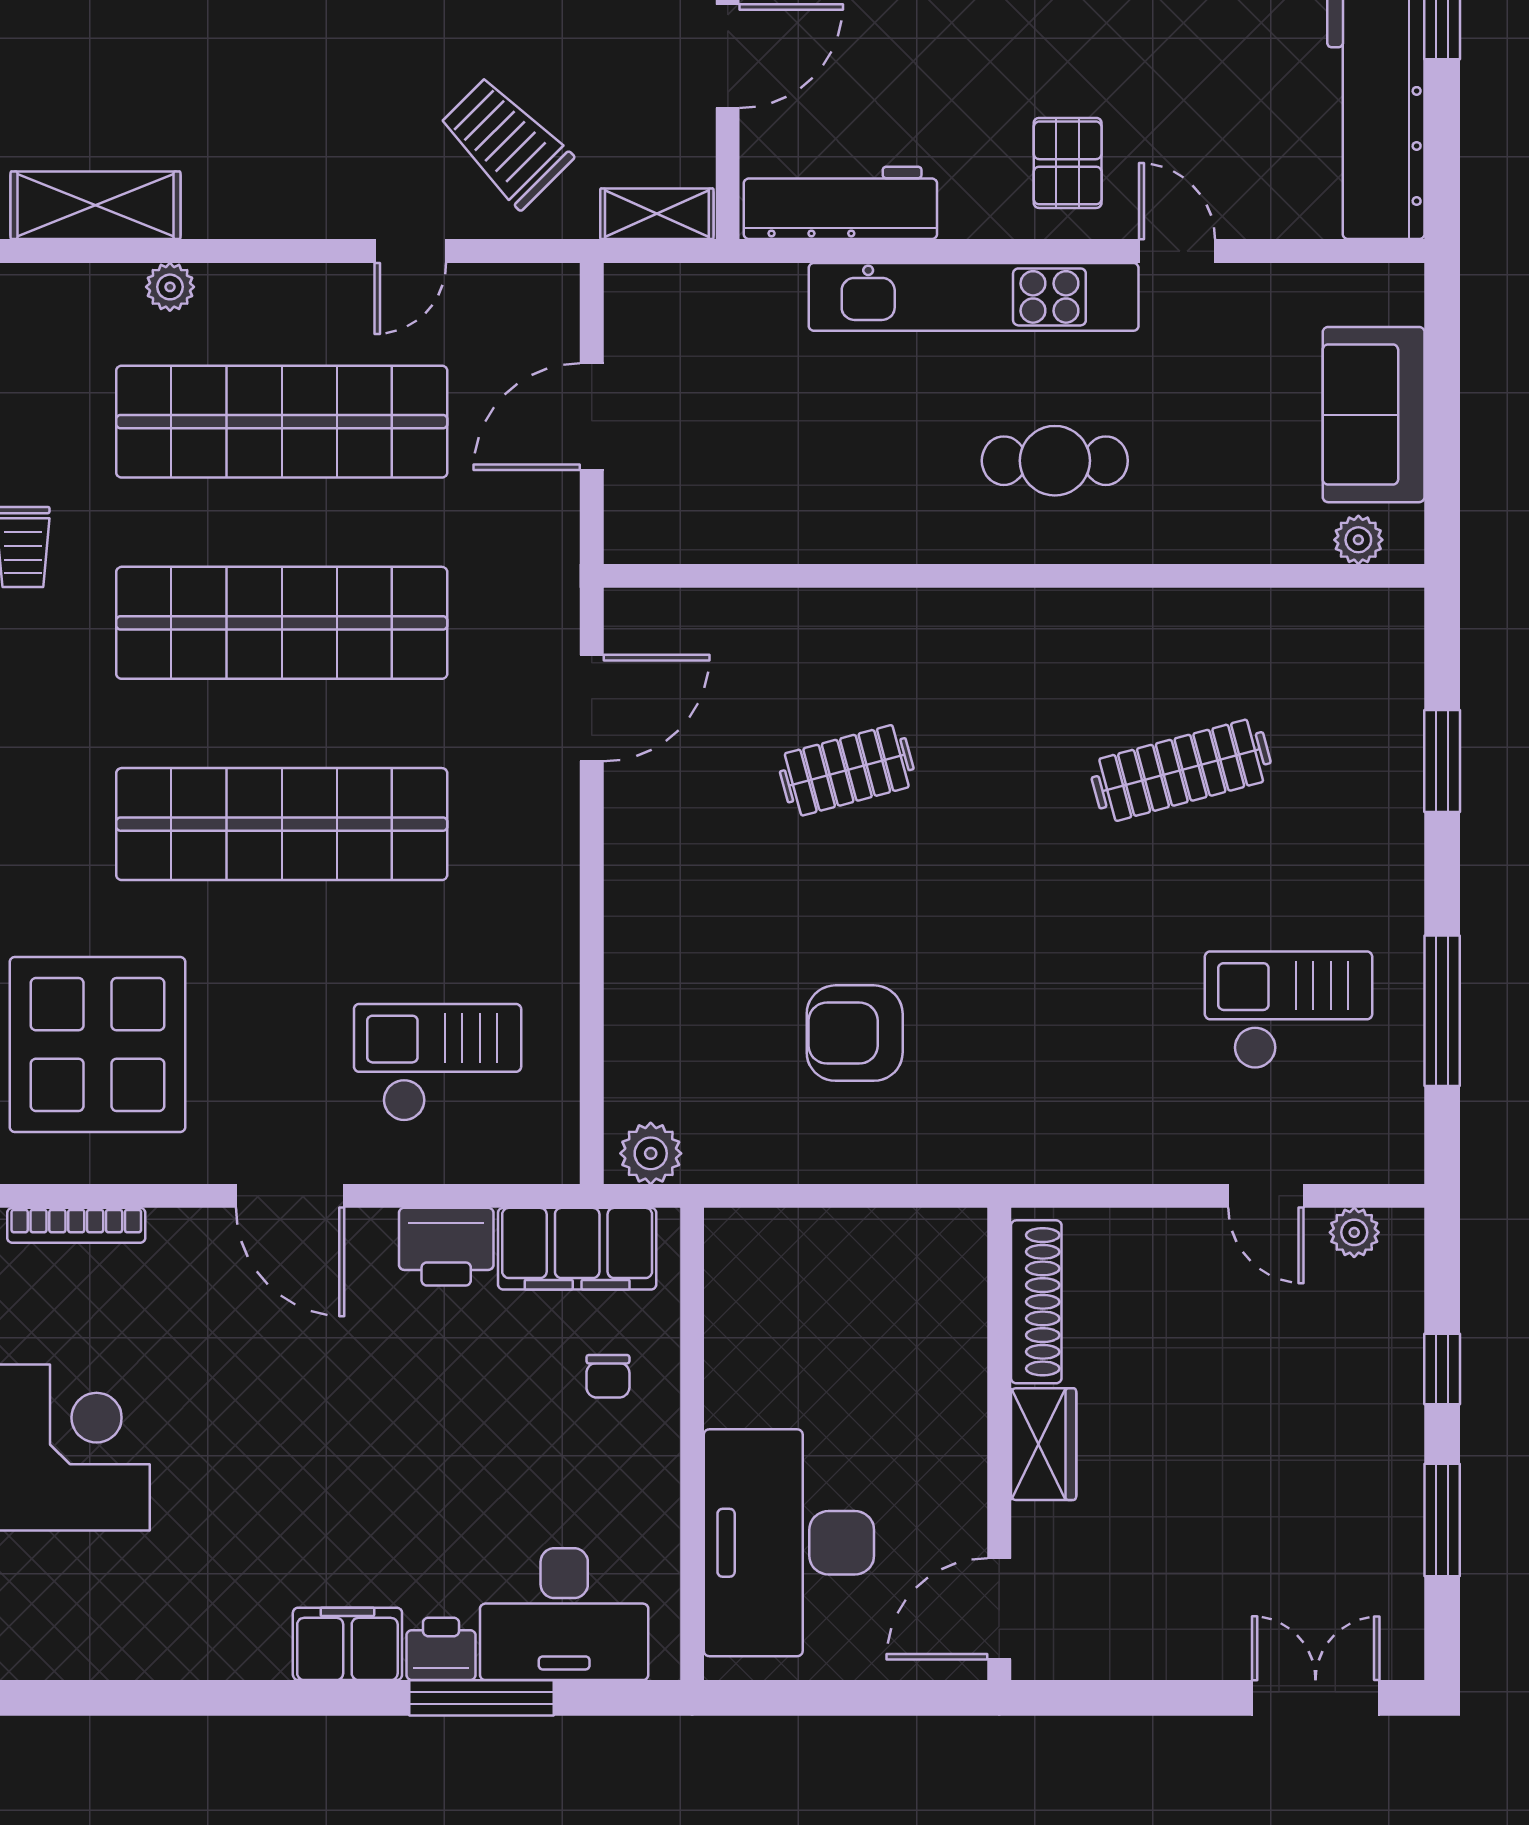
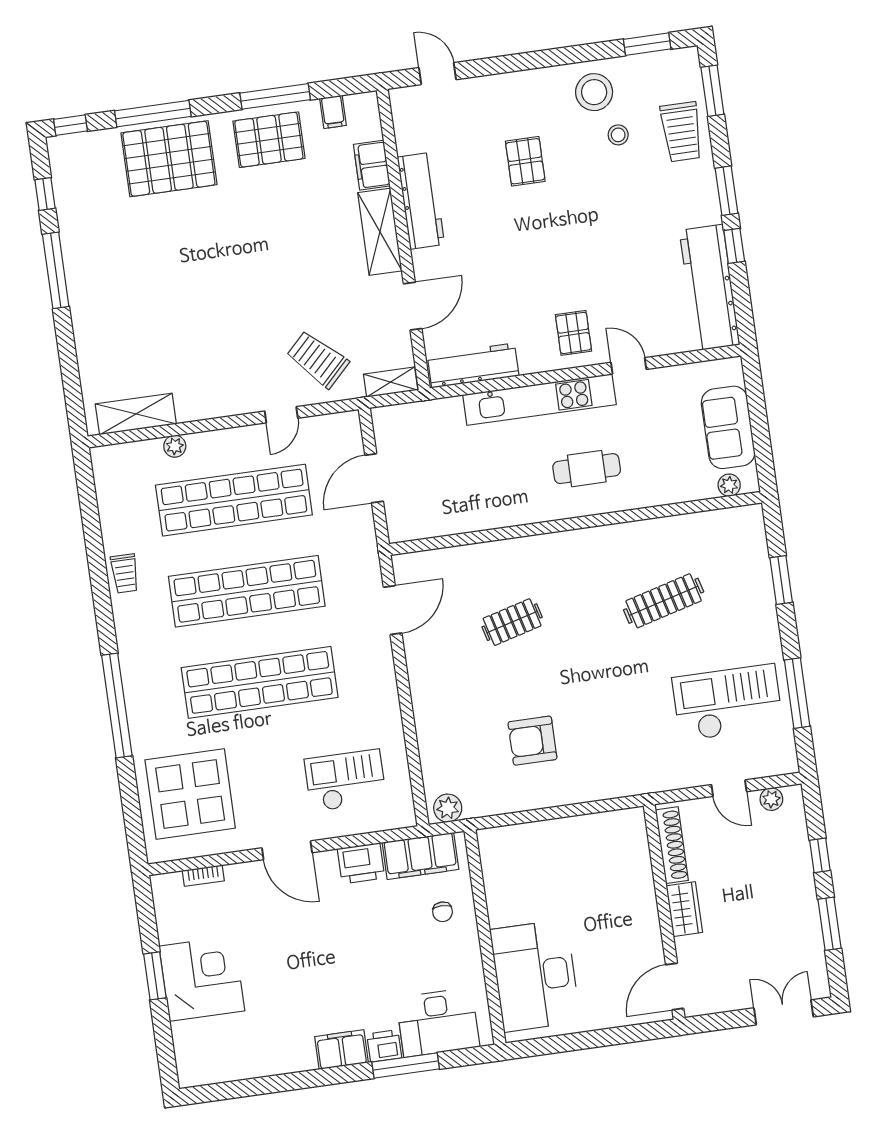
checkout: (1289, 1010) -> (727, 703), width x1.36, depth x1.21
bookcase: (76, 1225) -> (203, 876), width x0.64
shoe rack: (1036, 1302) -> (672, 845), moved
wall: (999, 1444) -> (664, 912), moved
wardrobe: (1044, 1444) -> (684, 909), moved
door: (999, 1609) -> (675, 987), moved

